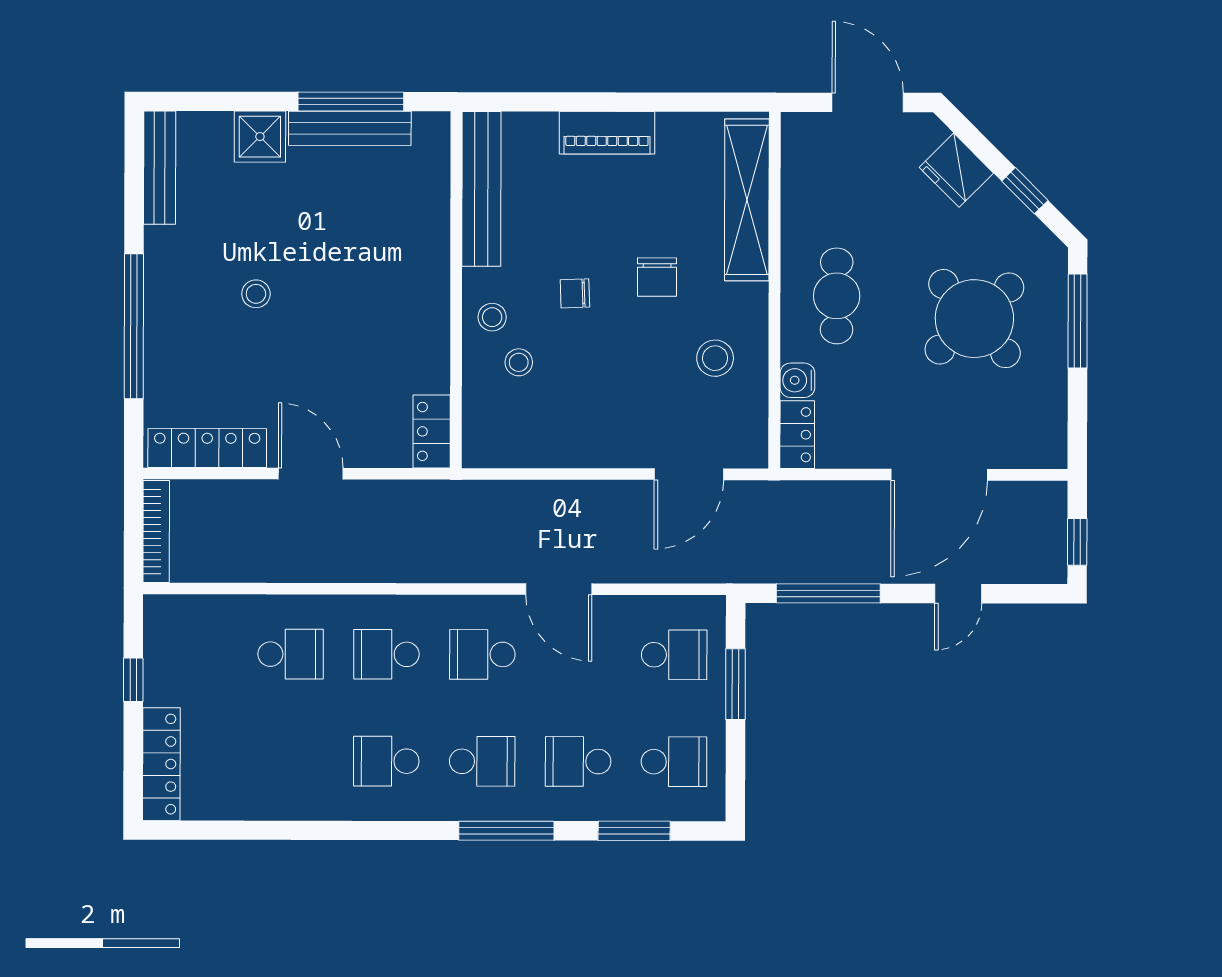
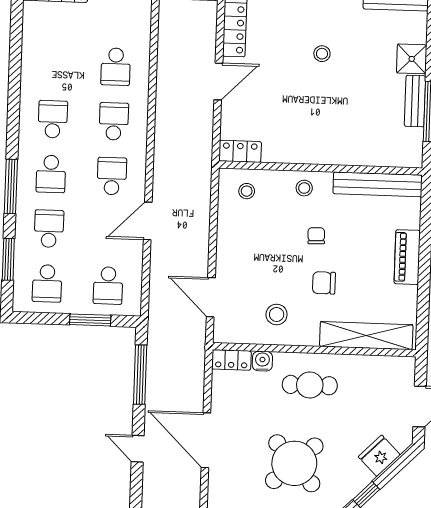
bench: (350, 128) -> (415, 101), width x0.73
stool: (519, 362) -> (247, 191), moved

